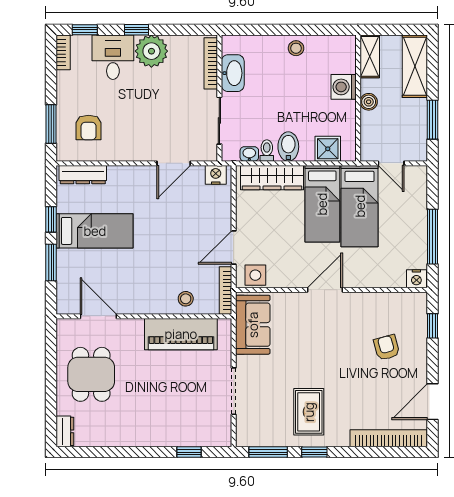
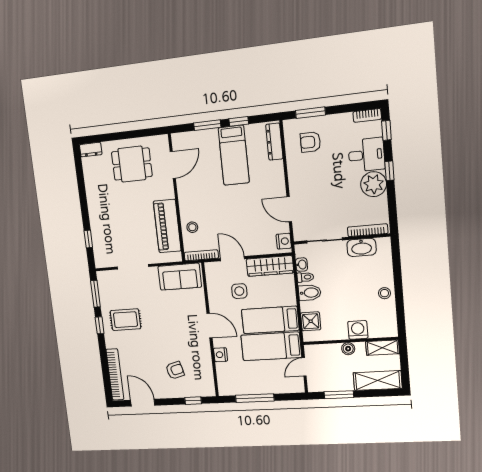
wardrobe: (272, 178) -> (270, 266), moved, turned -90
side table: (255, 275) -> (239, 291), moved
nightstand: (416, 279) -> (221, 355), moved

